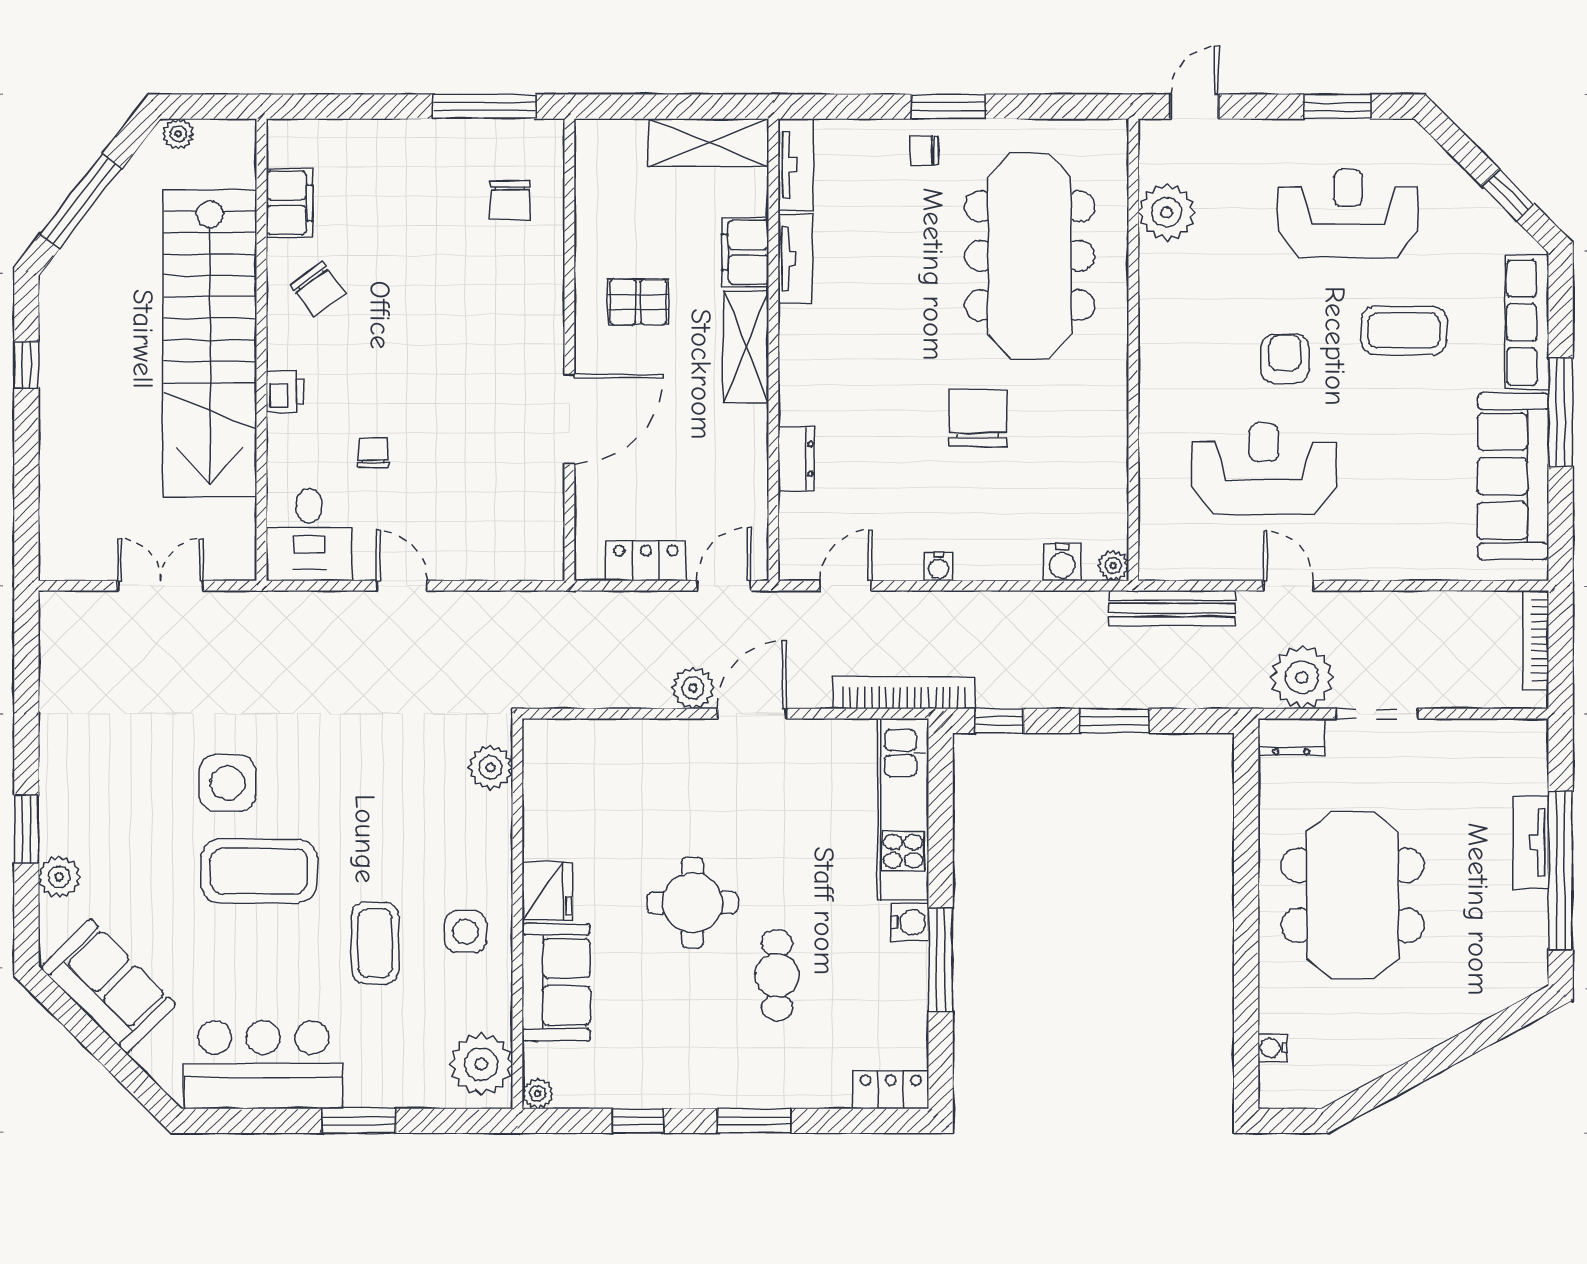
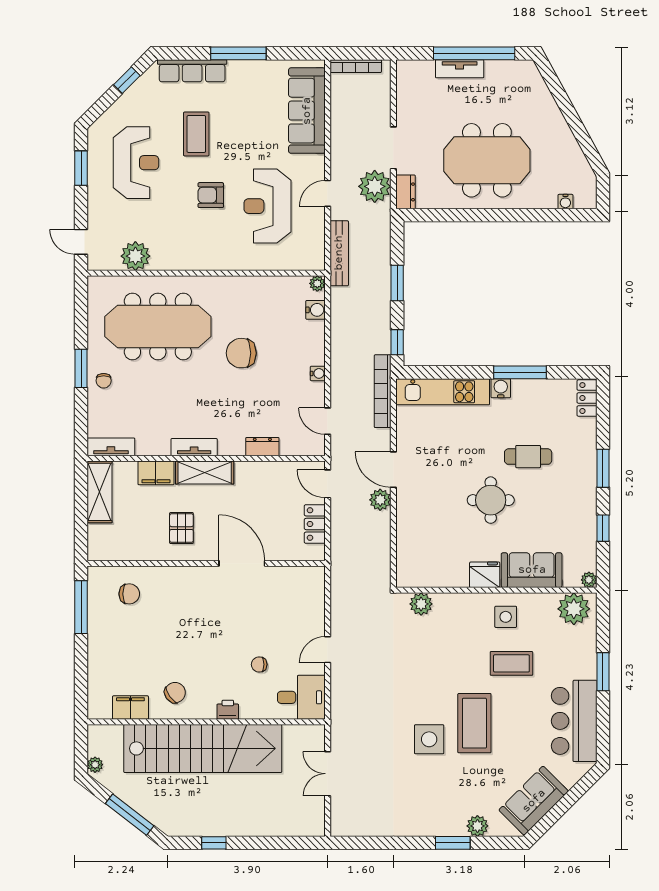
reception desk: (1348, 213) -> (136, 163), turned 180
tv unit: (795, 259) -> (194, 447), moved
sofa: (1513, 476) -> (307, 111), moved, turned 90

